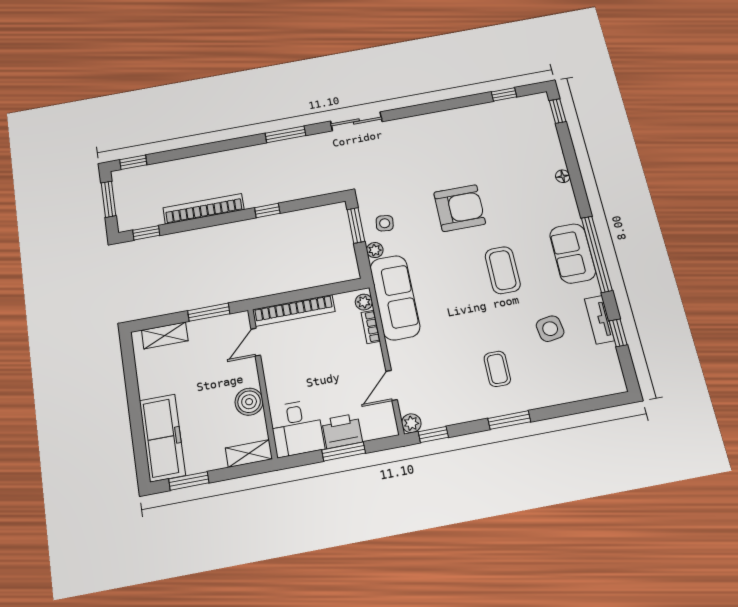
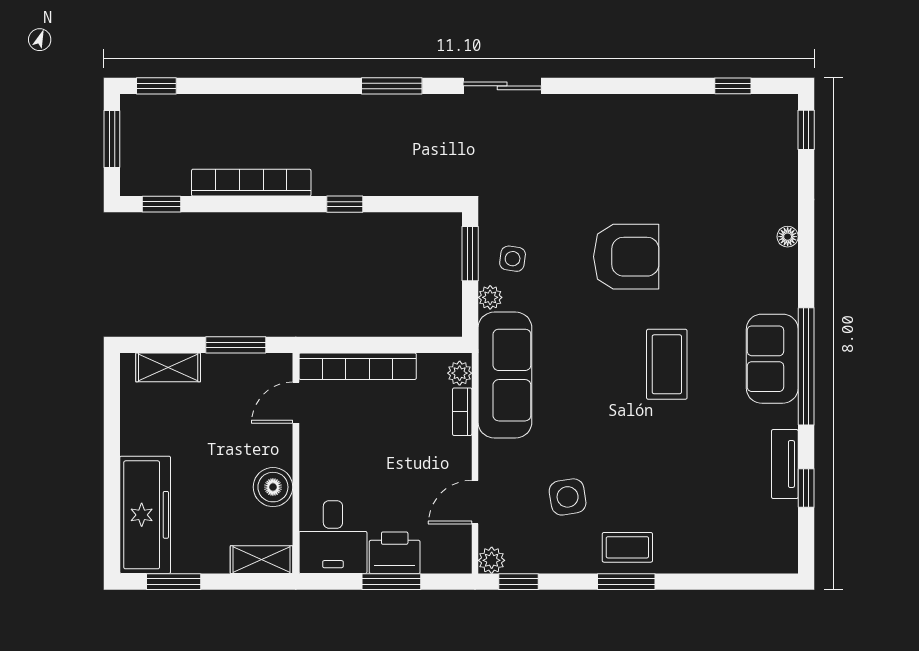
side table: (550, 329) -> (568, 497), moved
coffee table: (497, 369) -> (627, 547), moved, turned 90

